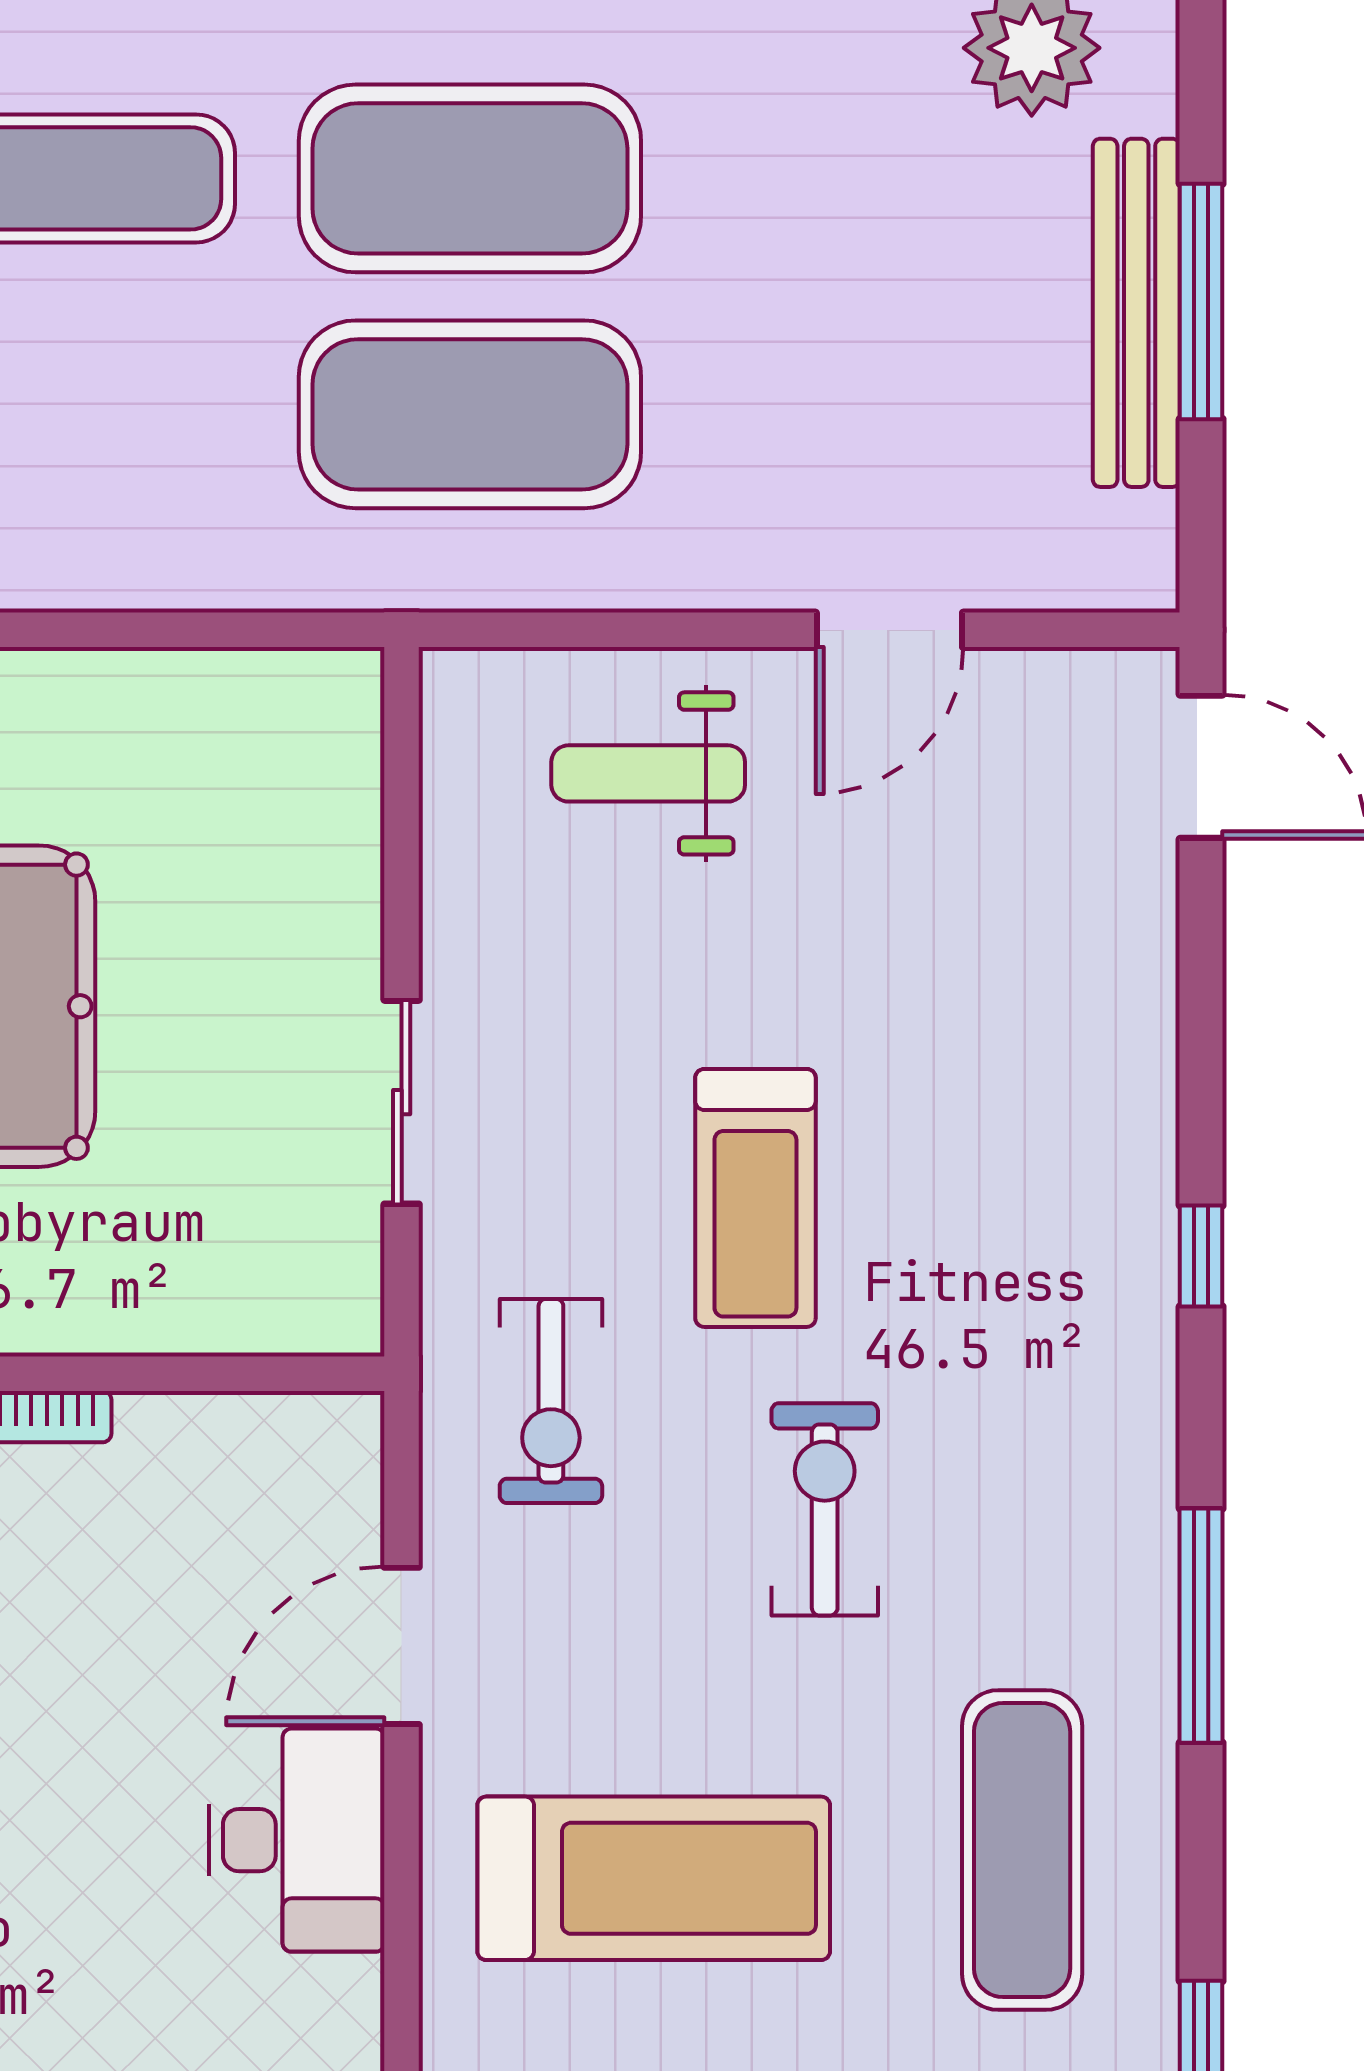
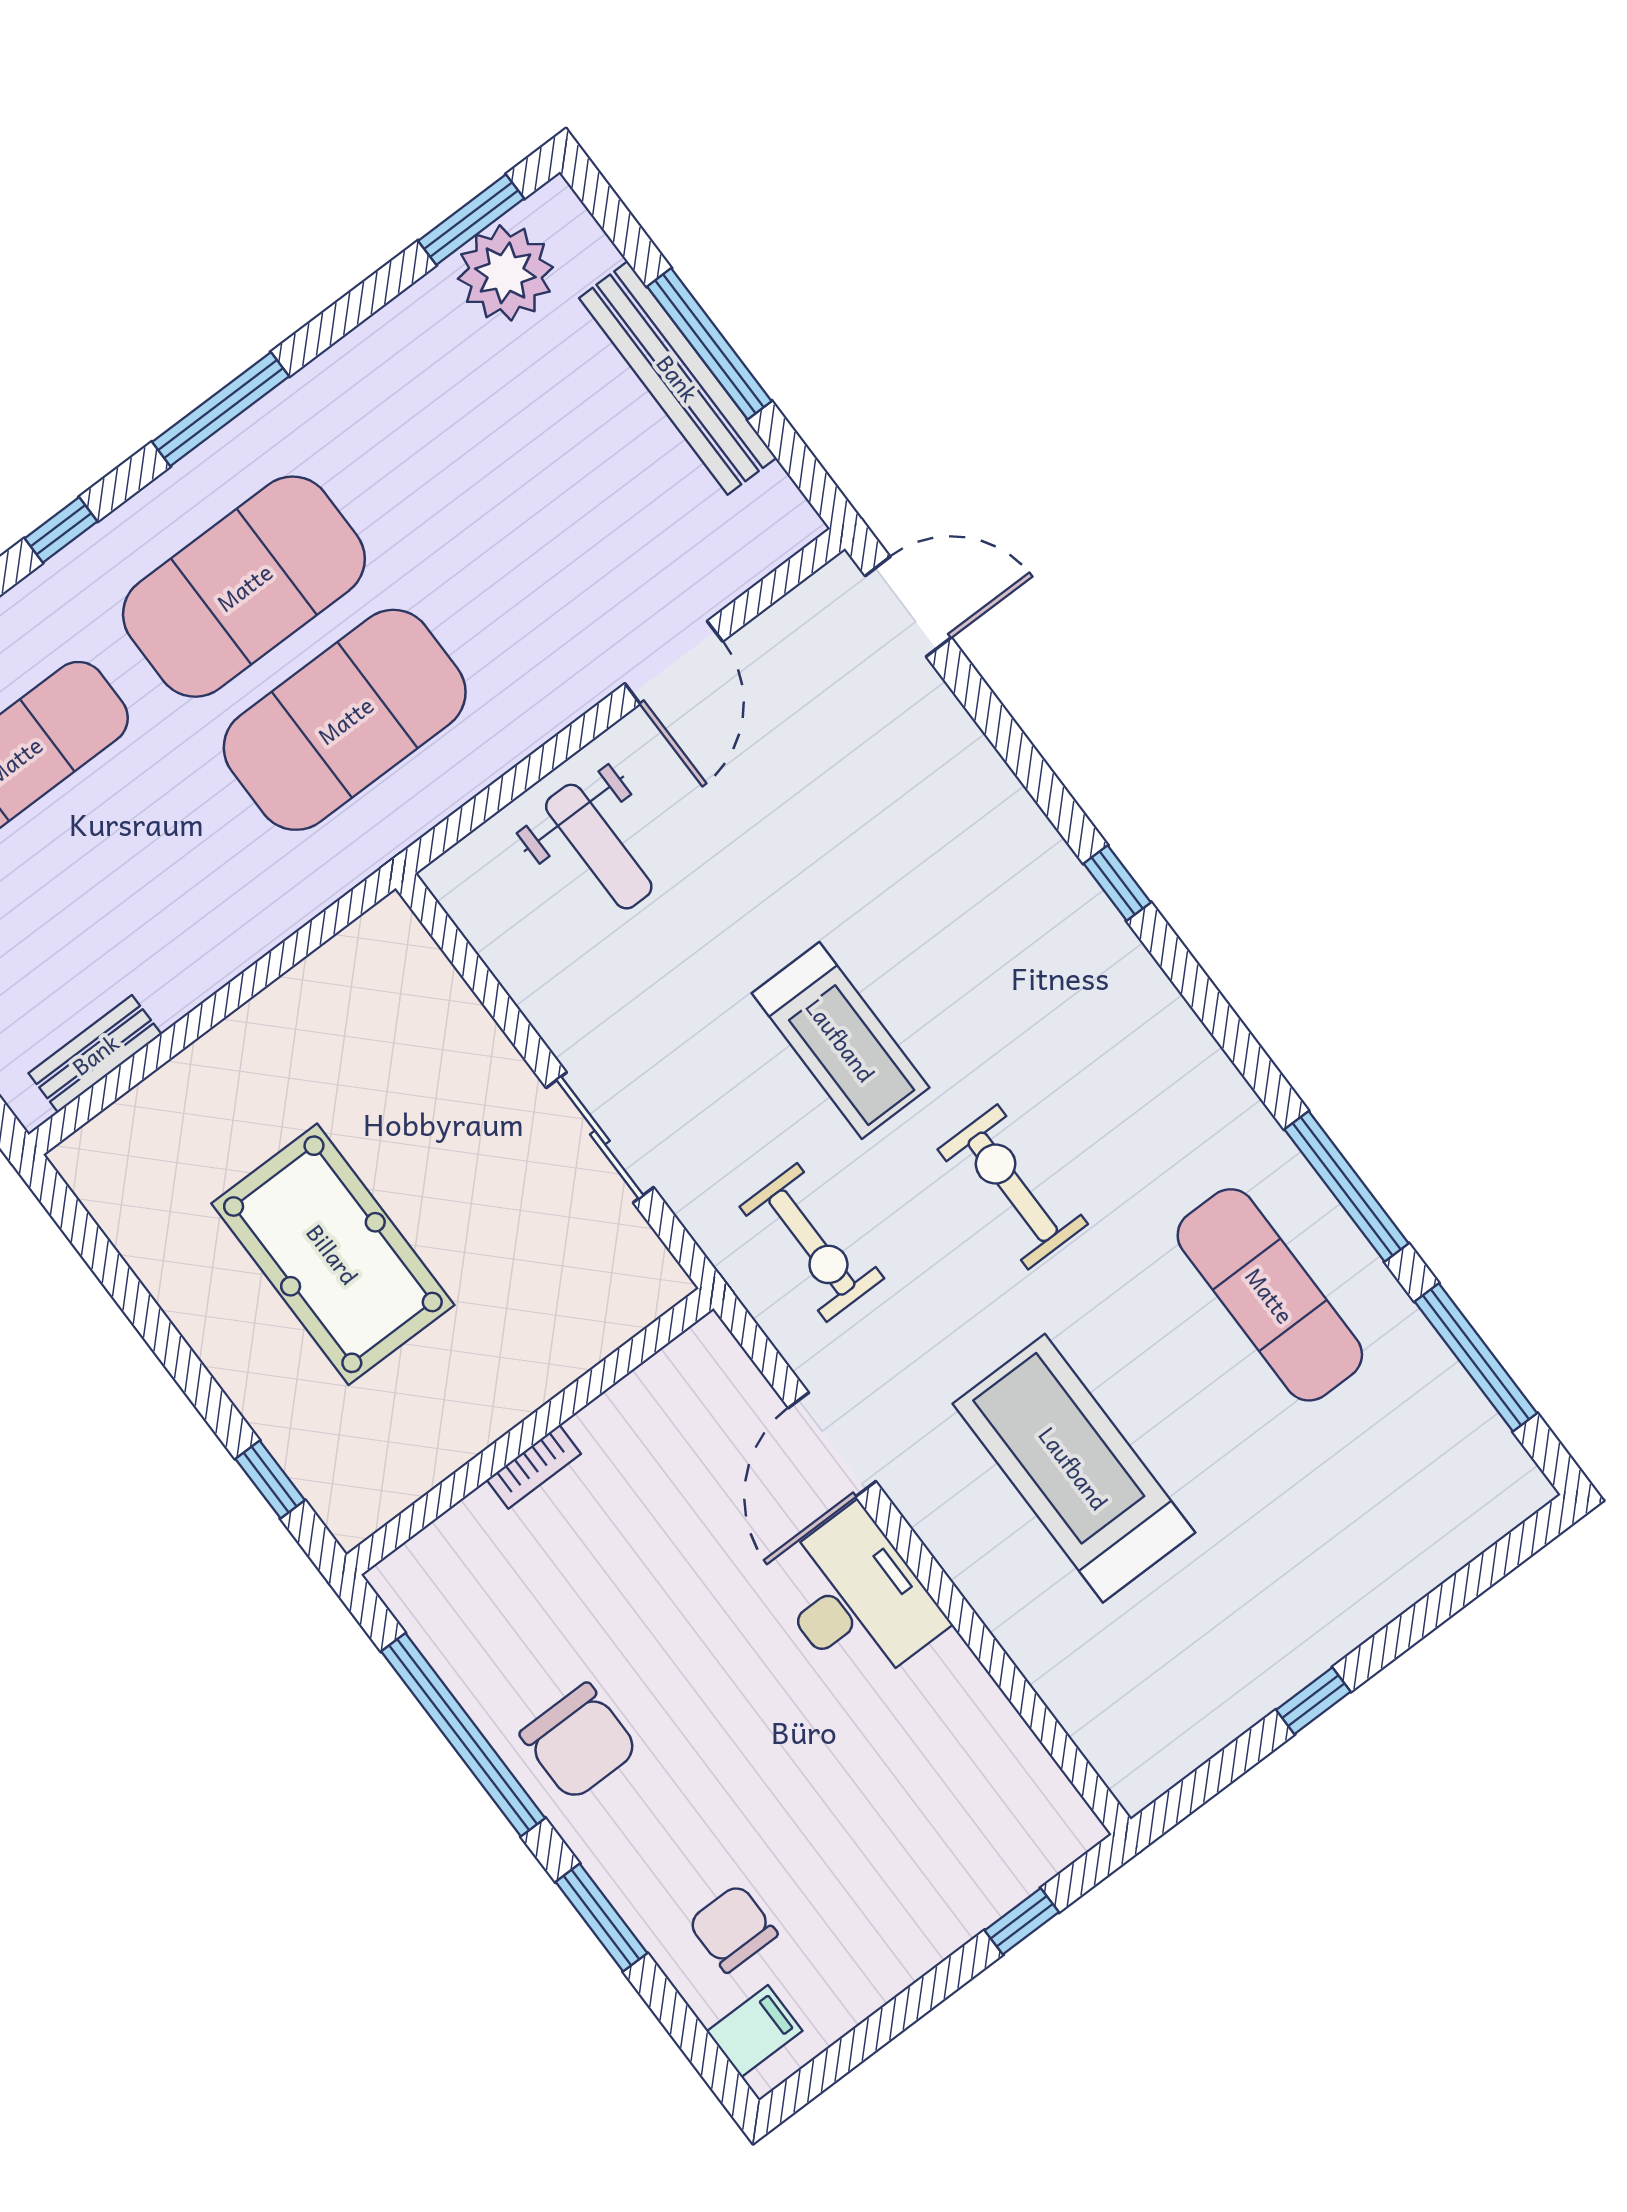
weight bench: (648, 773) -> (599, 847), turned -90
window: (1201, 1626) -> (1347, 1186), moved
treadmill: (654, 1878) -> (1074, 1468), turned -90

